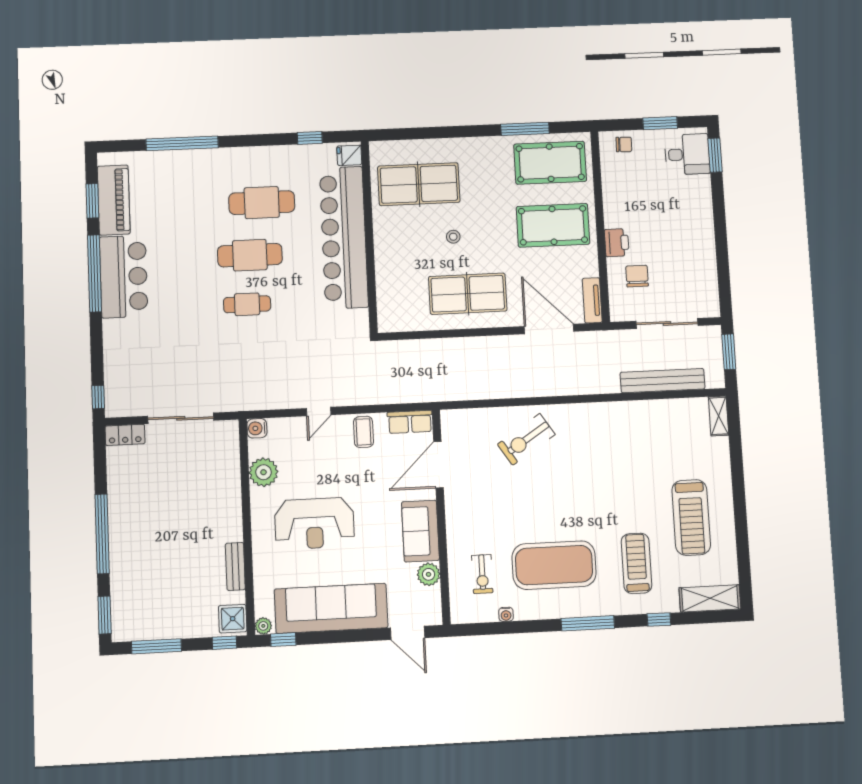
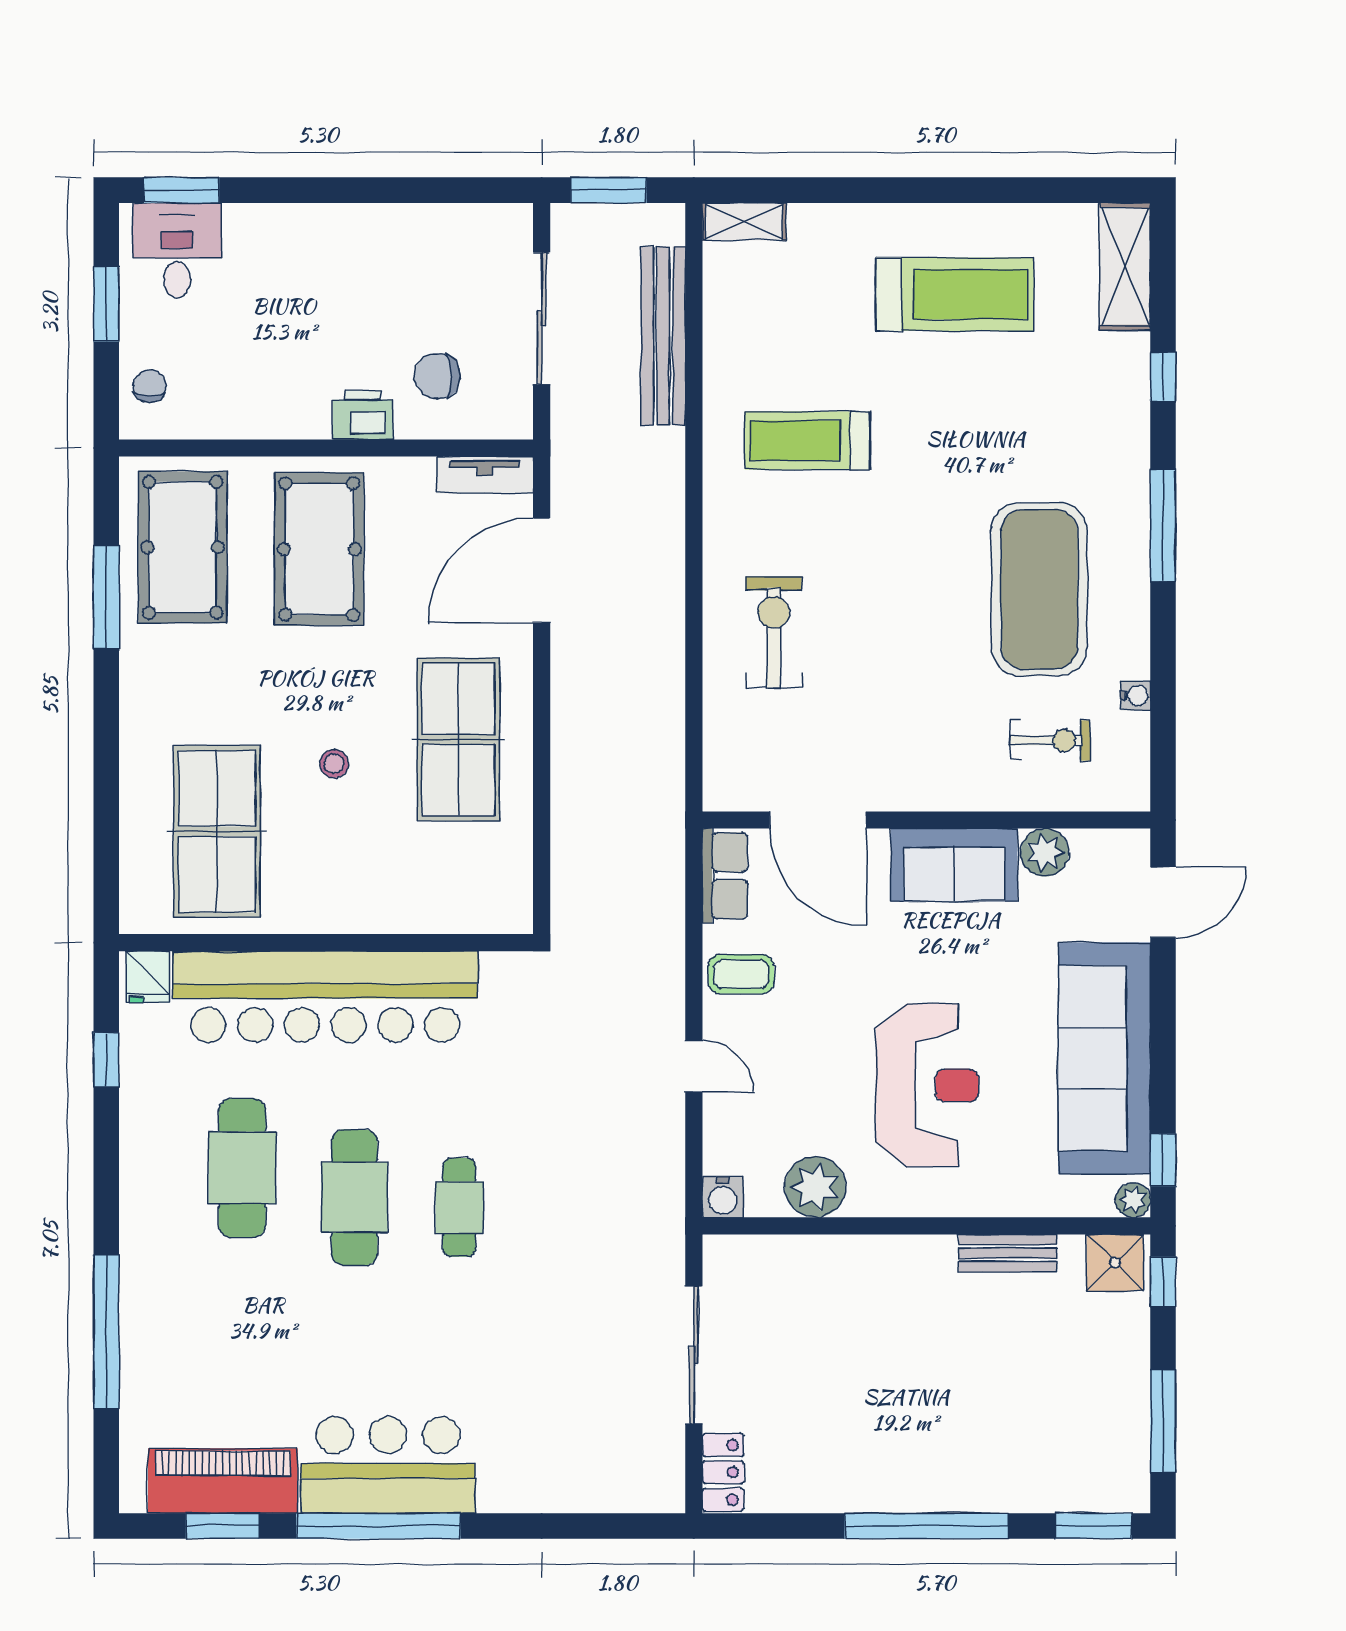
window: (98, 397) -> (641, 1526), removed
exercise bike: (526, 439) -> (774, 633), turned -147
treadmill: (636, 563) -> (807, 440), moved

